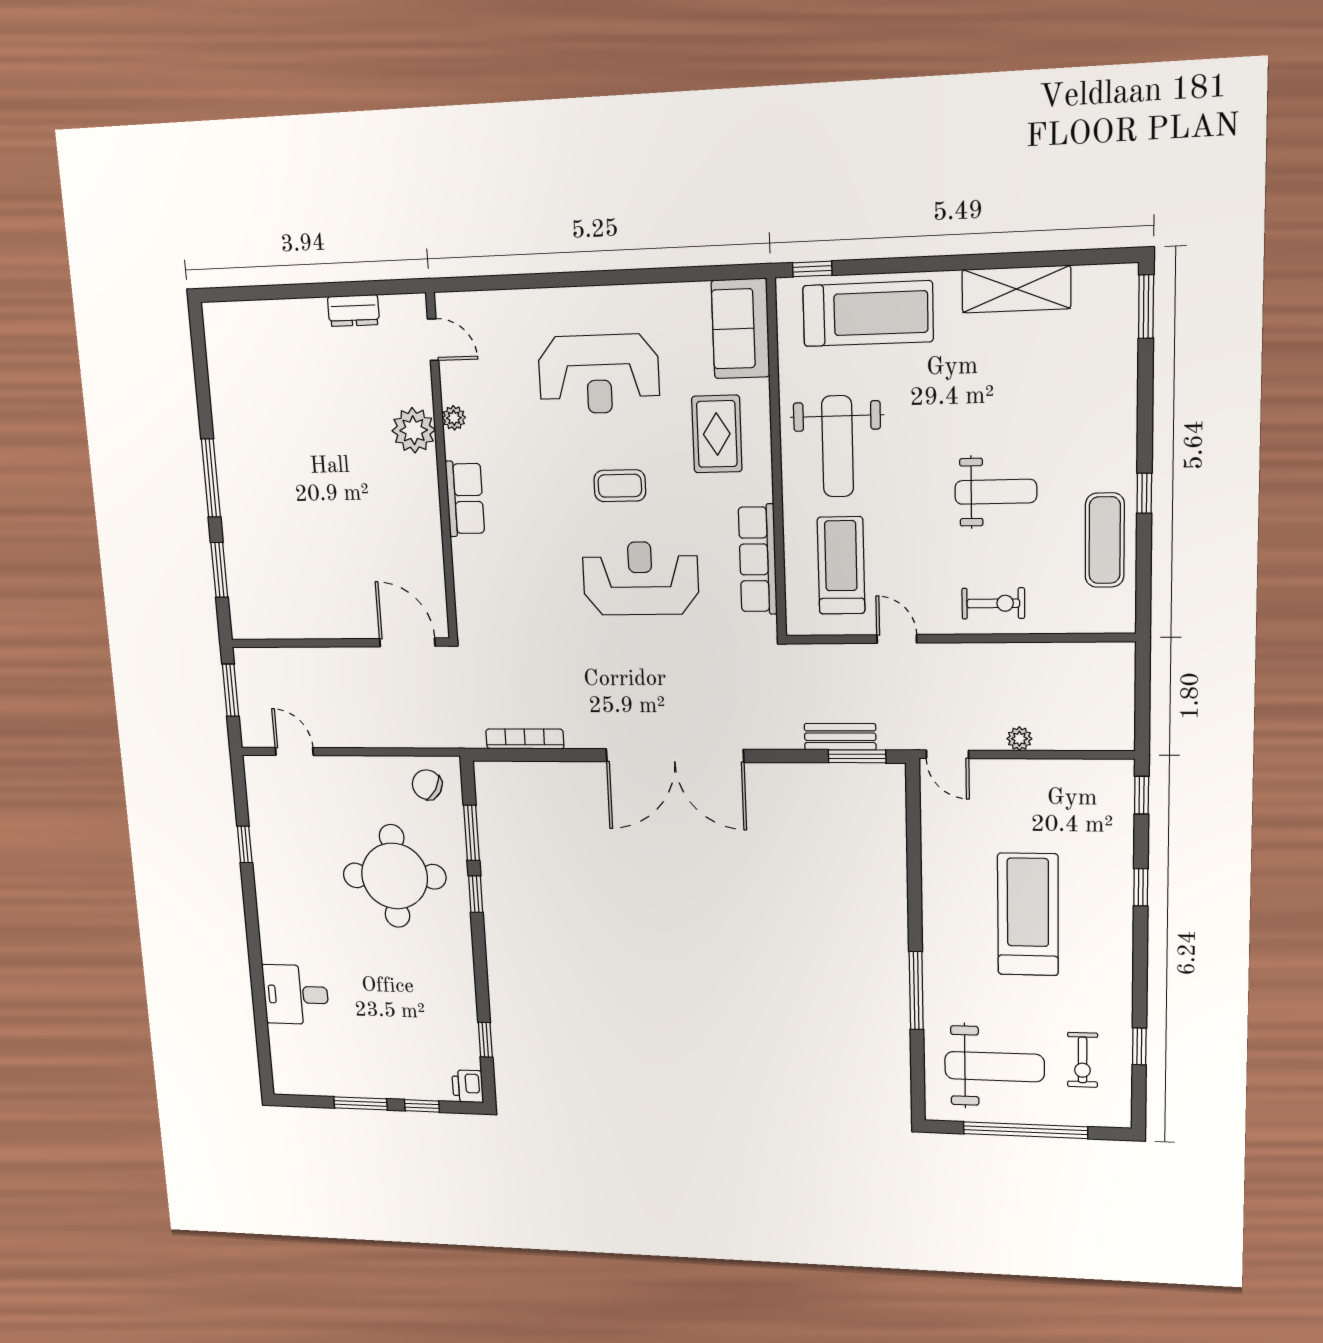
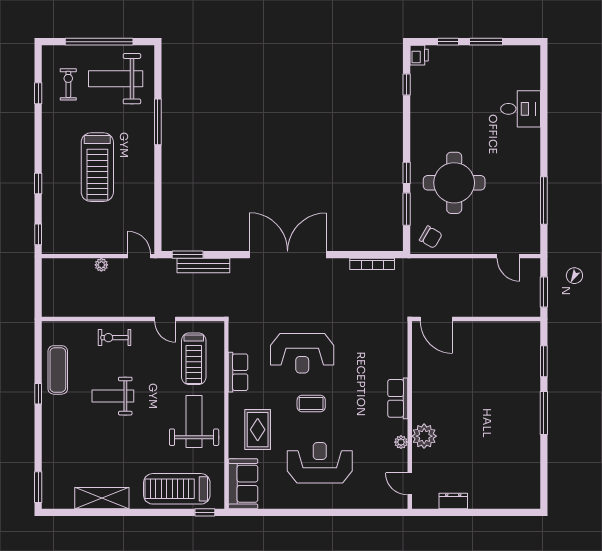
row of seats: (758, 559) -> (238, 372), width x0.68
bench: (840, 737) -> (203, 266), width x1.36
window: (245, 844) -> (544, 200), width x2.17

